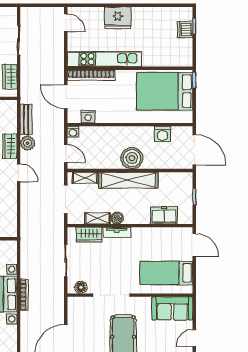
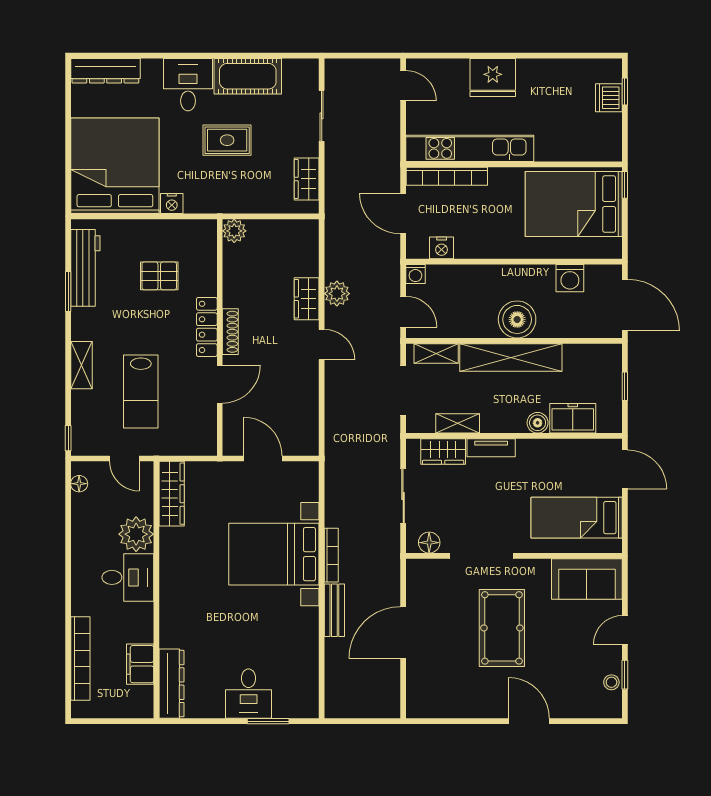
bench: (26, 119) -> (334, 610), moved
boiler: (117, 218) -> (538, 423), moved

